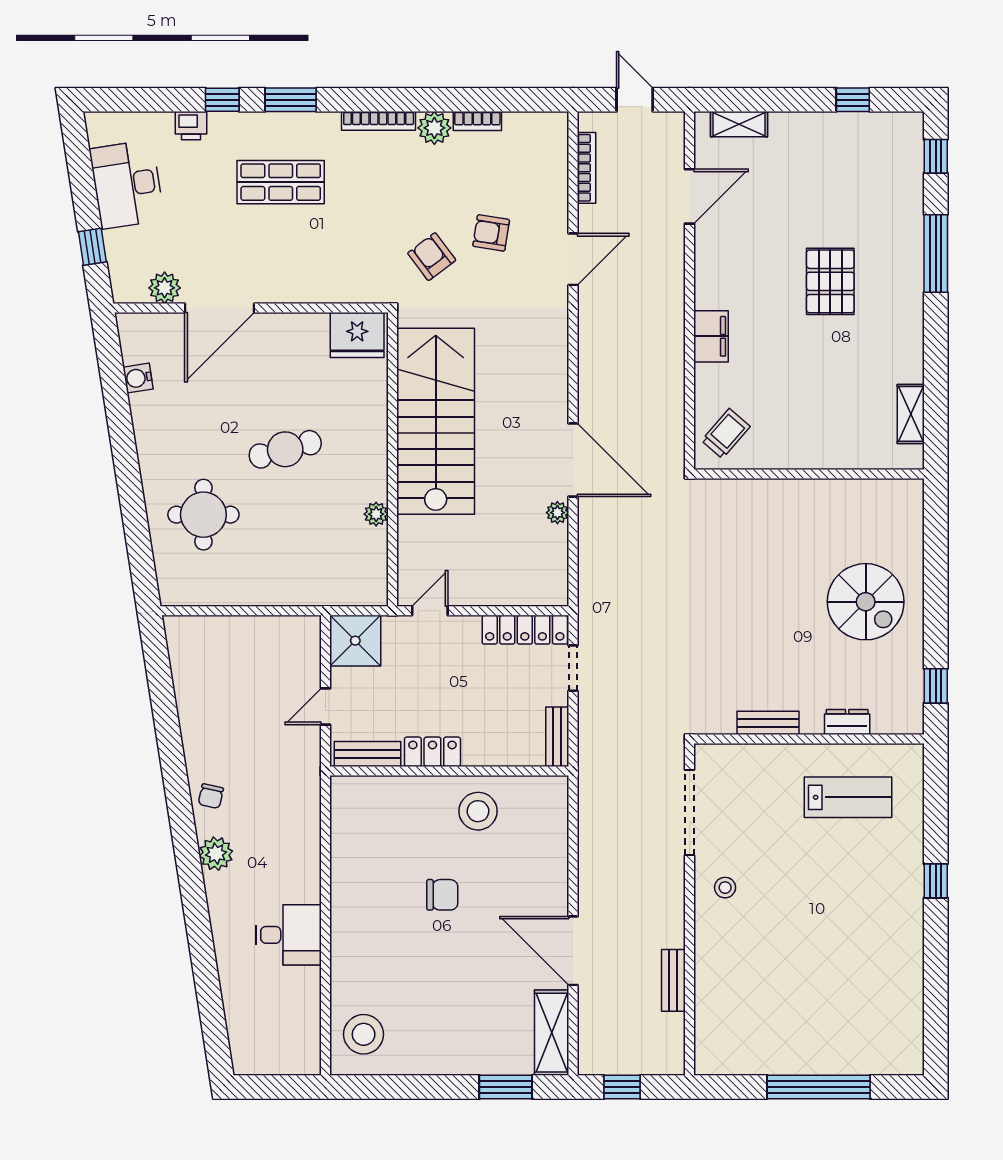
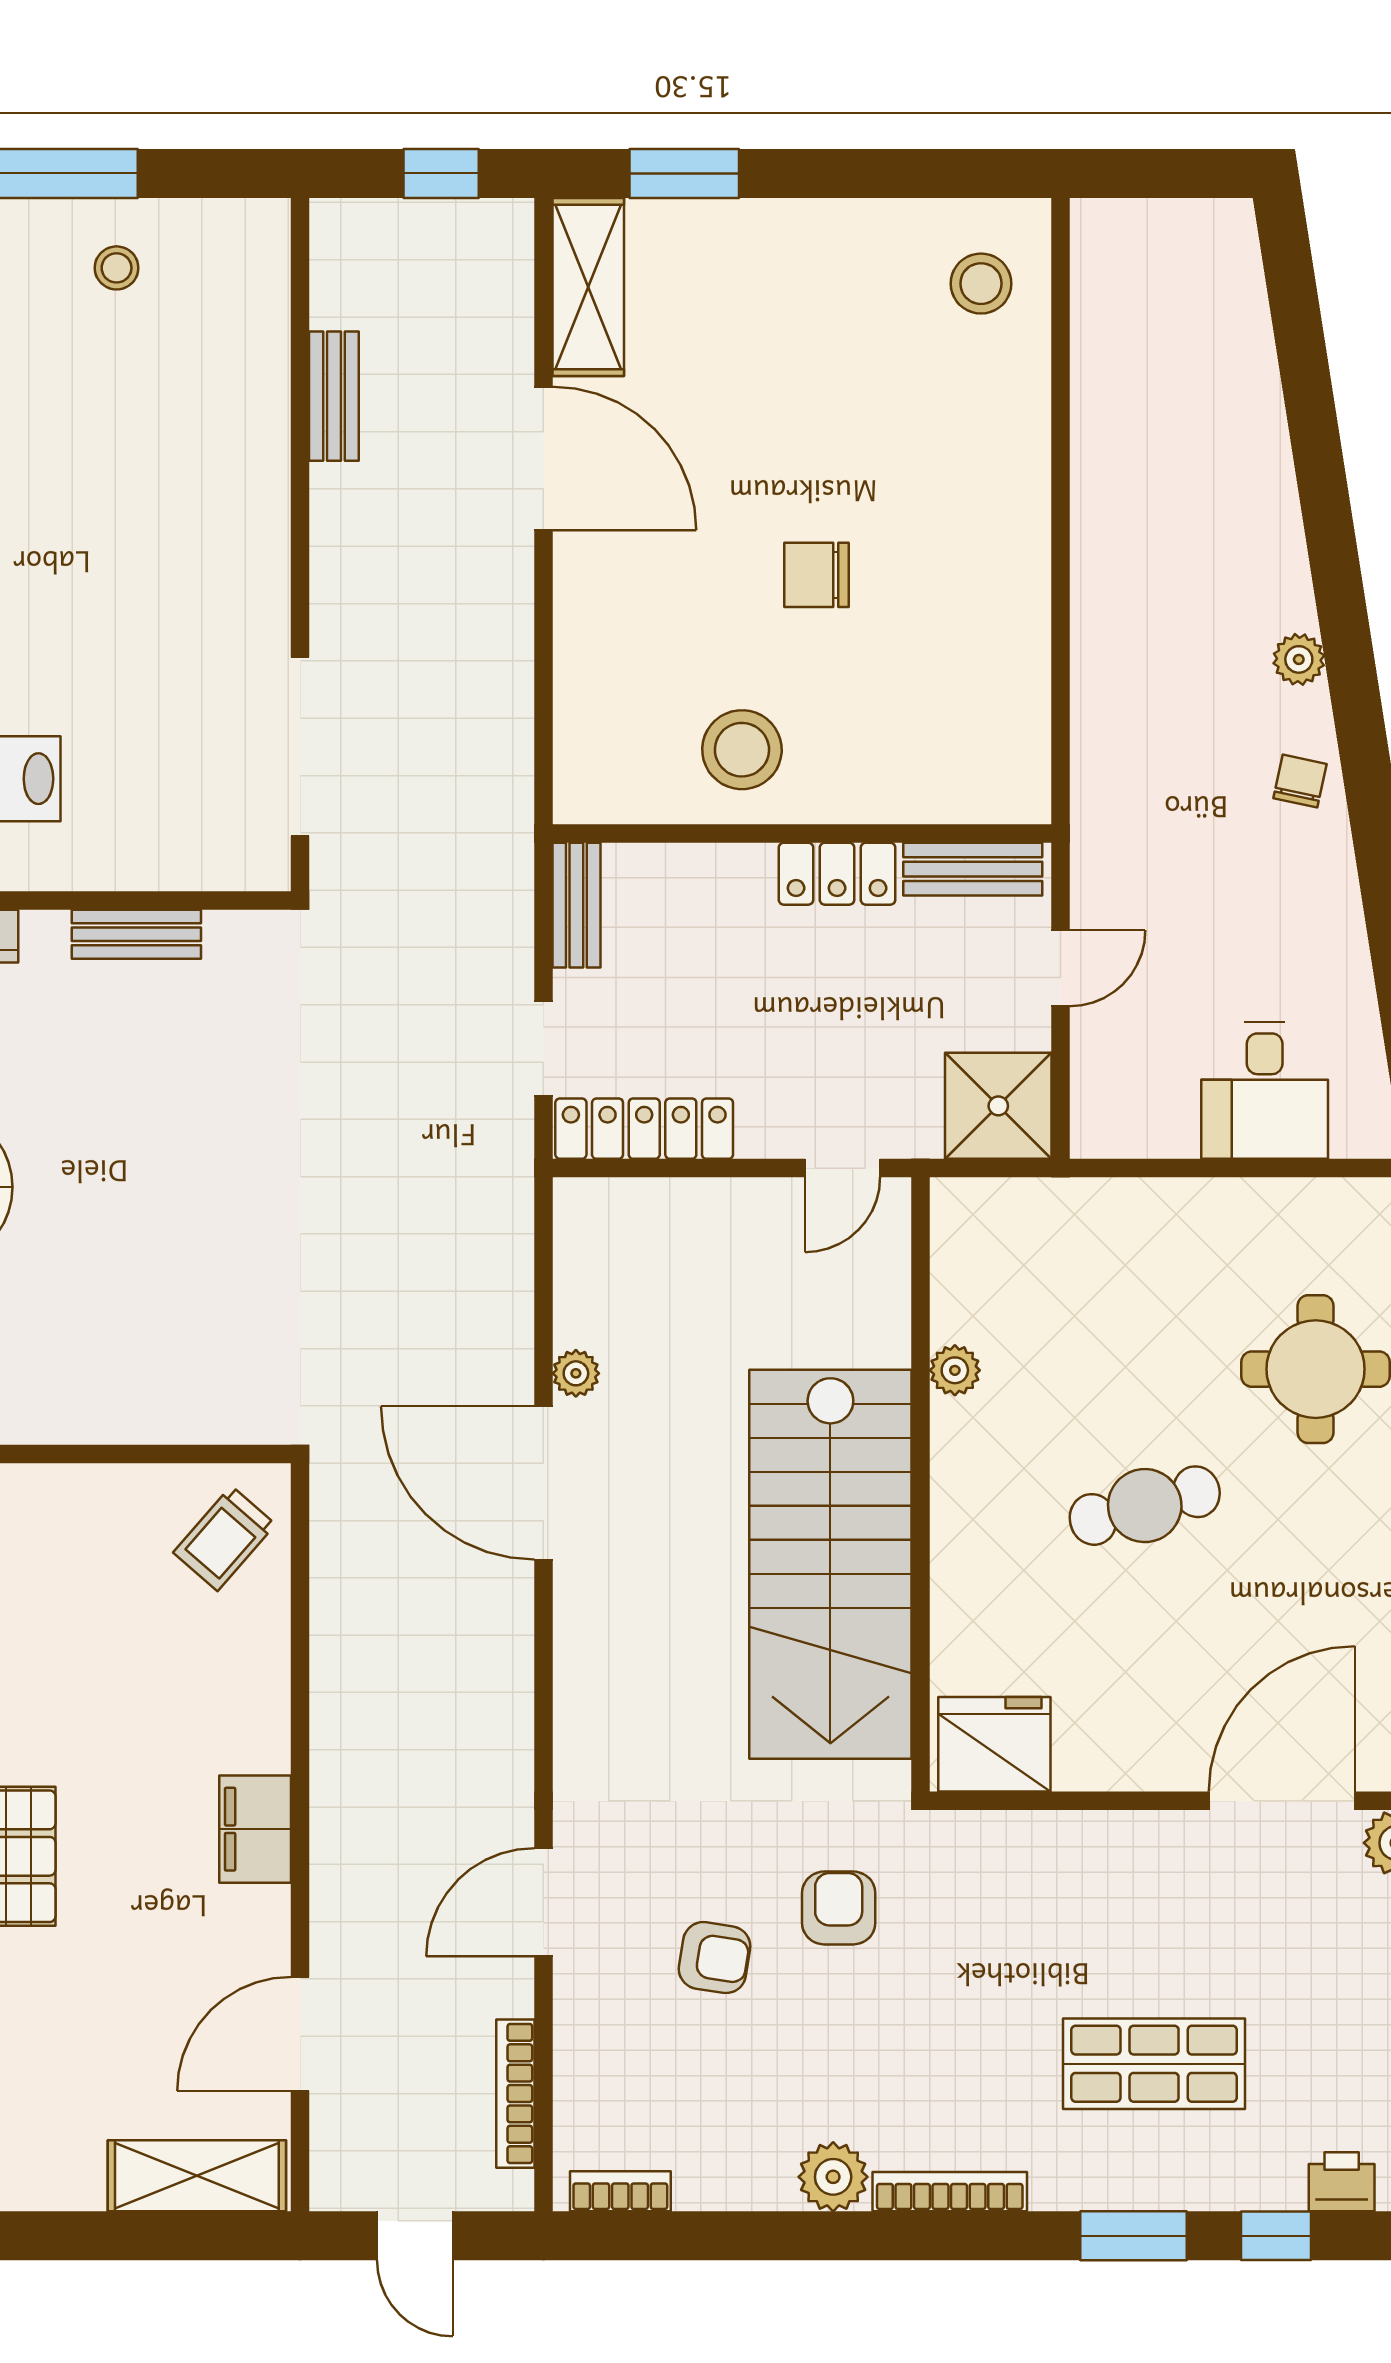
bookcase: (477, 121) -> (620, 2191), moved
shelving: (739, 124) -> (197, 2176), width x1.50, depth x1.33
armchair: (432, 257) -> (839, 1908), turned -143
filing cabinet: (711, 336) -> (255, 1829), moved
plant: (216, 854) -> (1299, 659), width x0.73, depth x0.73
stool: (725, 888) -> (117, 268), moved
desk: (288, 935) -> (1265, 1091), moved, turned -90
stool: (364, 1034) -> (981, 284), width x0.73, depth x0.73

